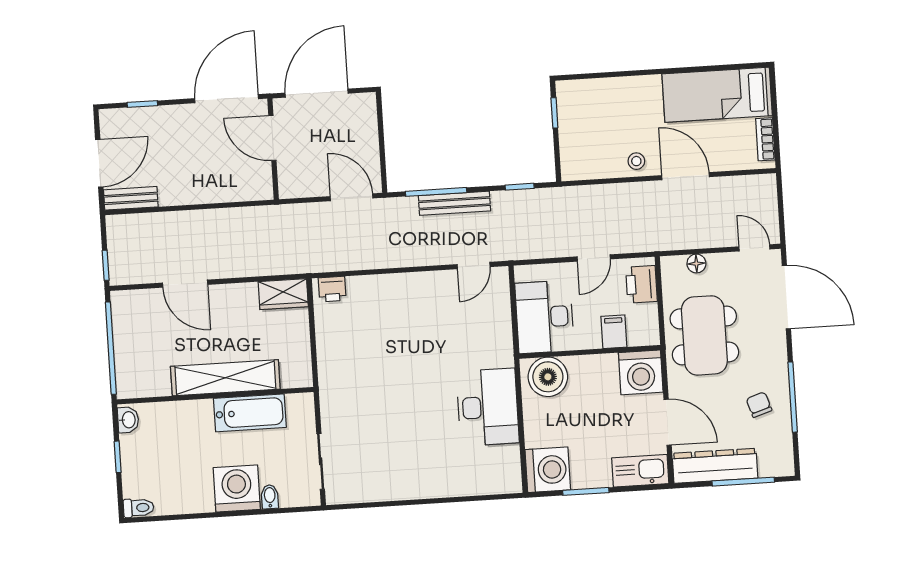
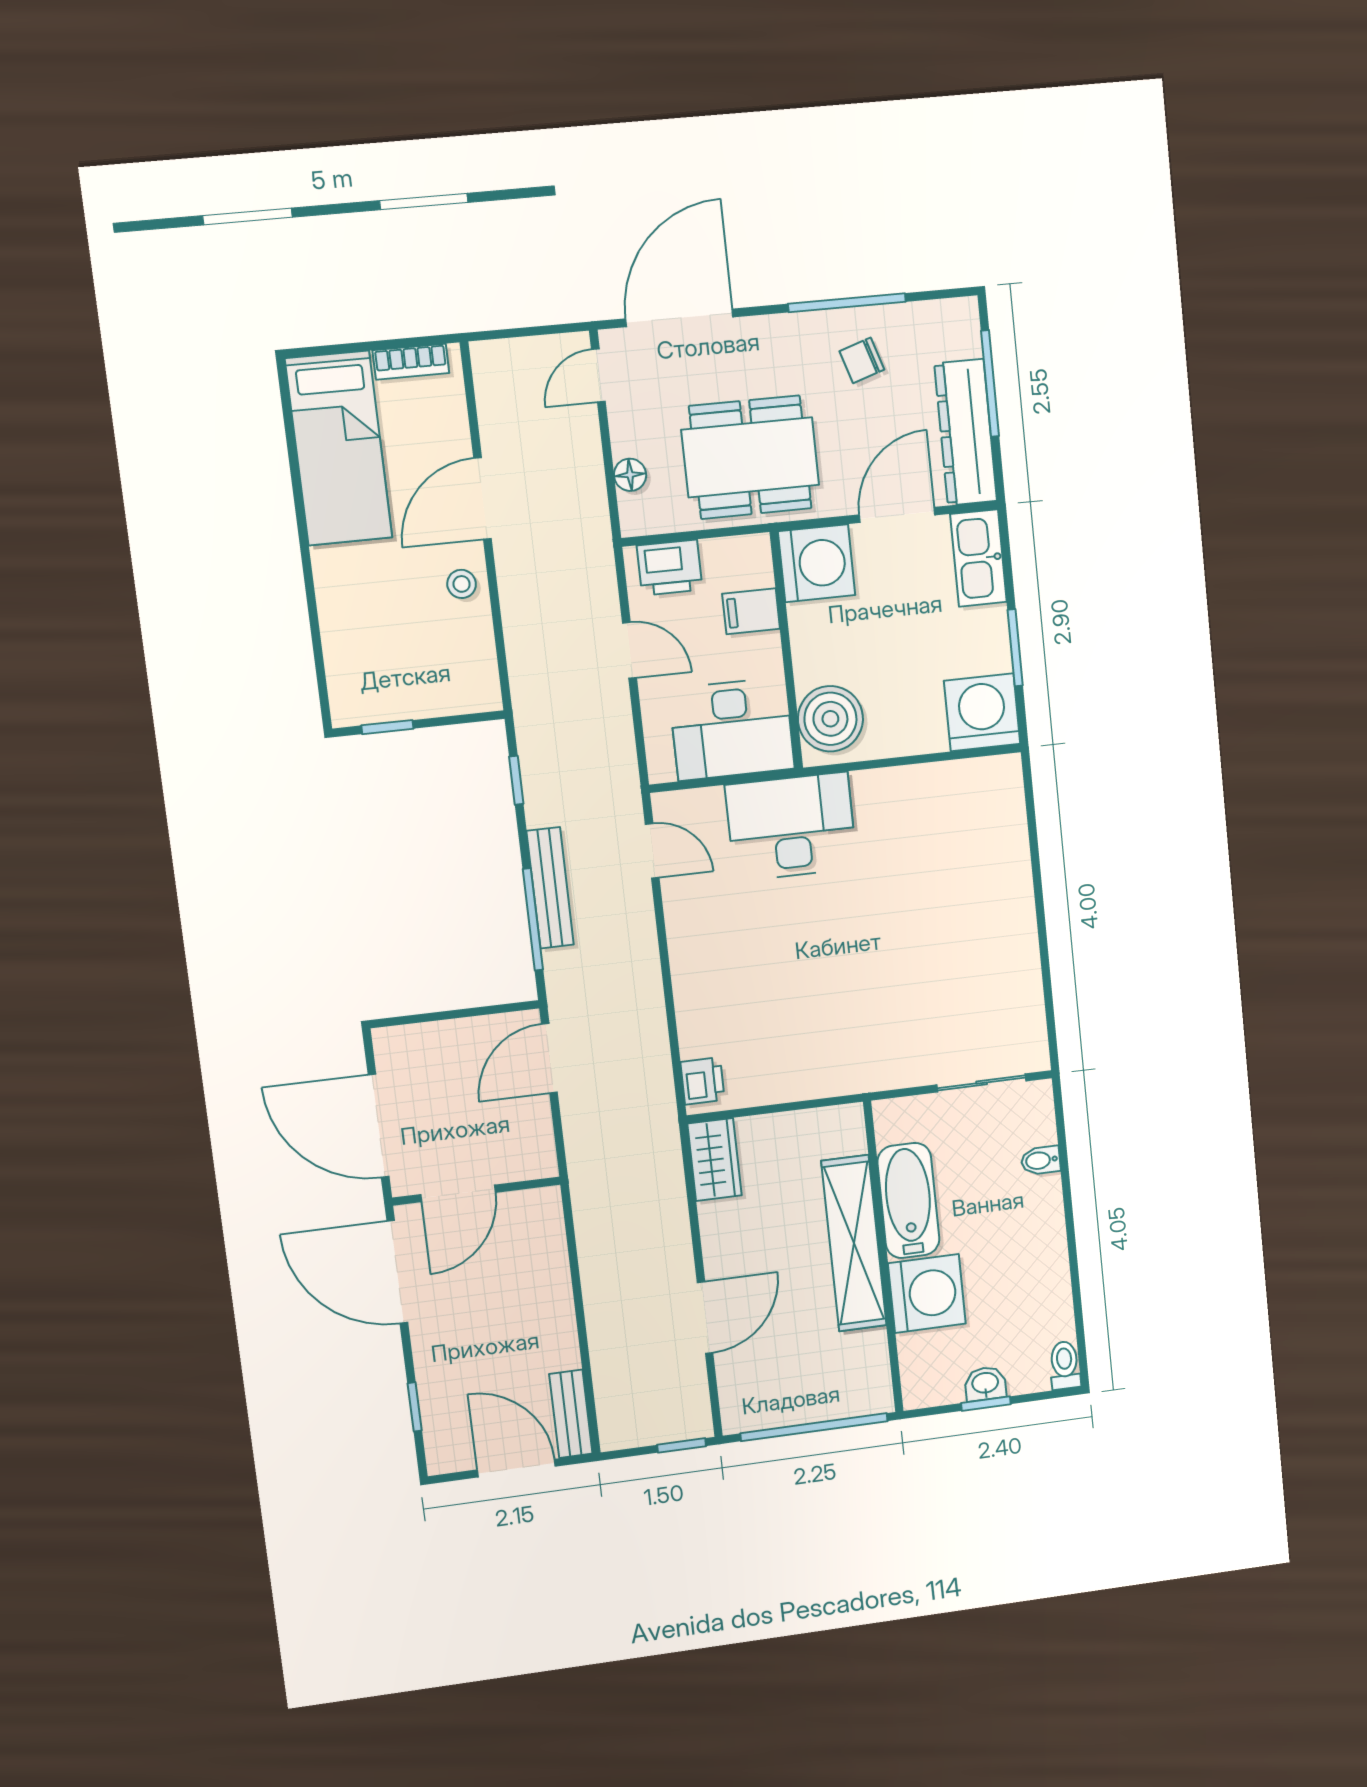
desk: (488, 407) -> (791, 827), moved
washbasin: (128, 420) -> (985, 1384), moved
washing machine: (237, 489) -> (927, 1294), moved, turned 180

